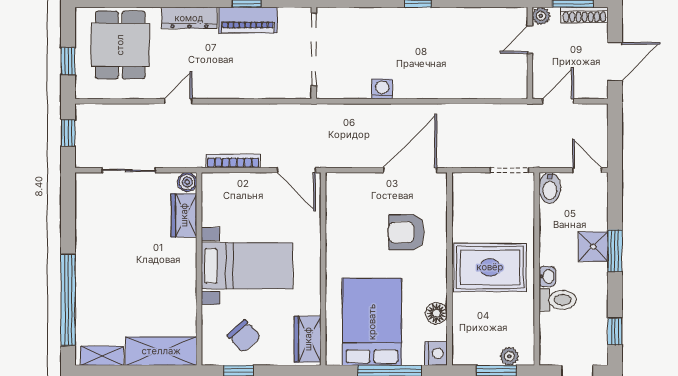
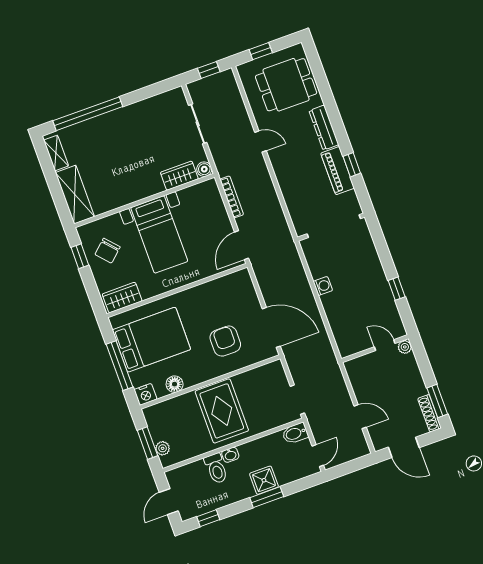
plant: (541, 16) -> (405, 347), moved
door: (530, 40) -> (385, 345), moved
wall: (530, 53) -> (375, 349), moved

